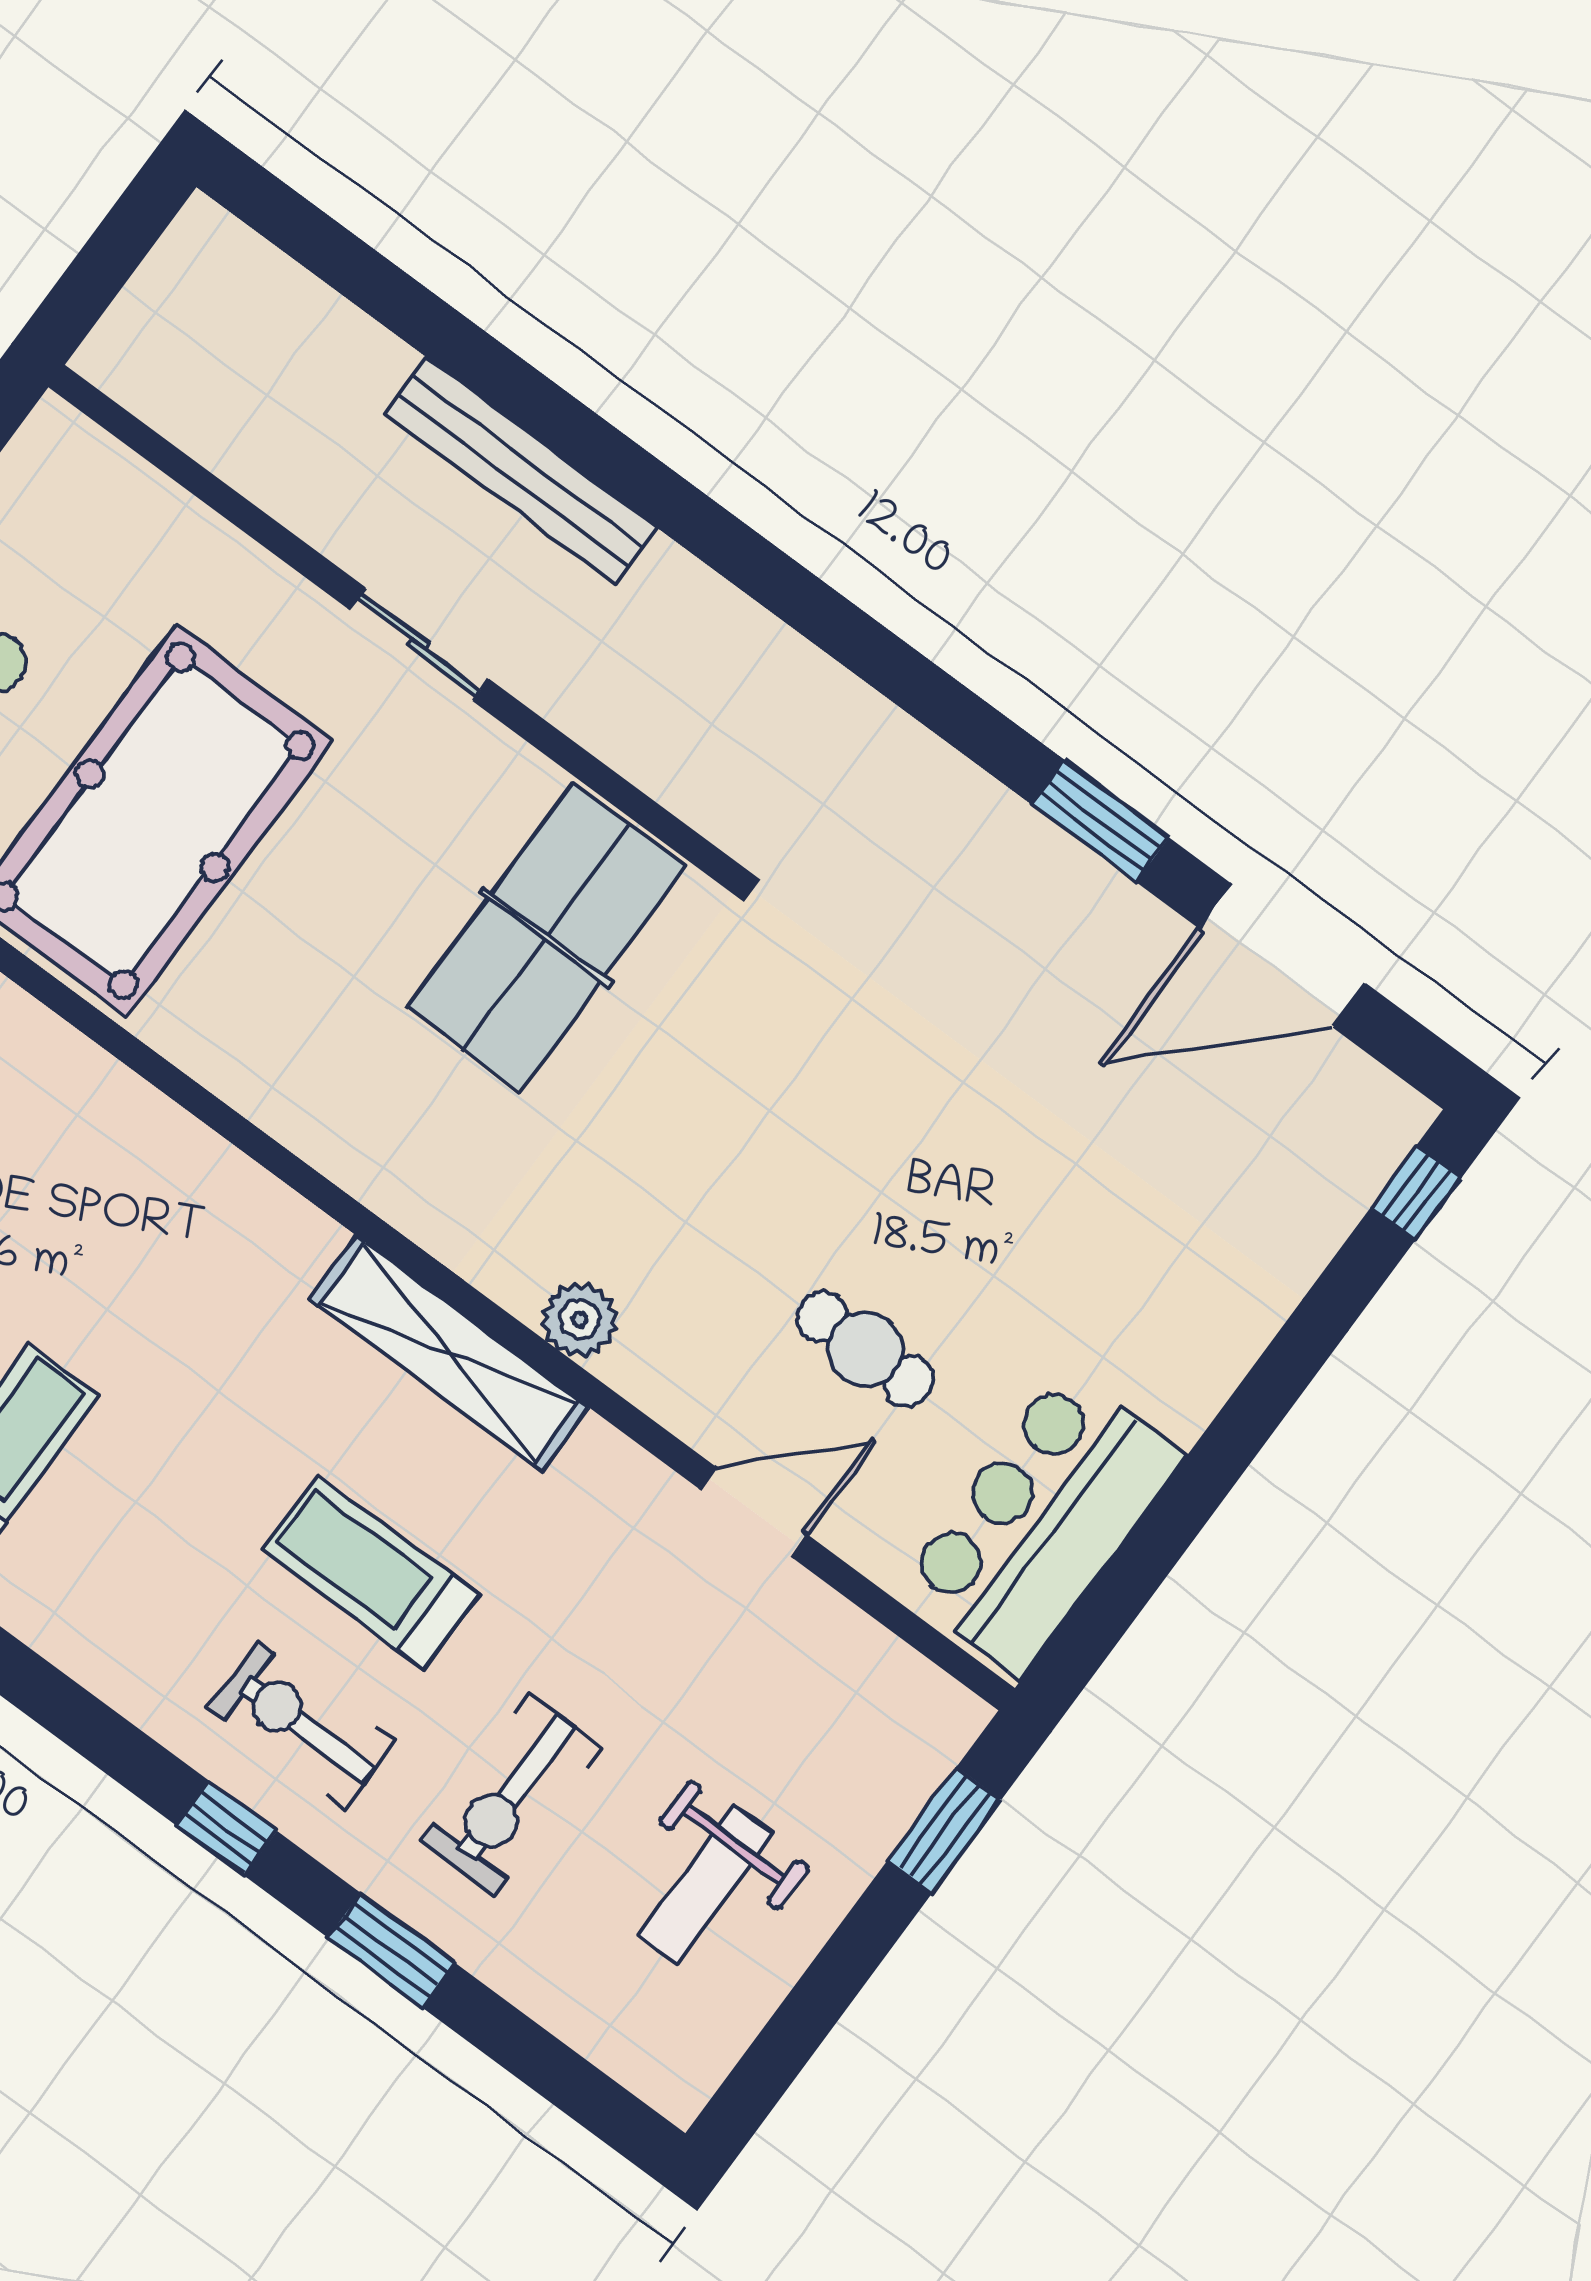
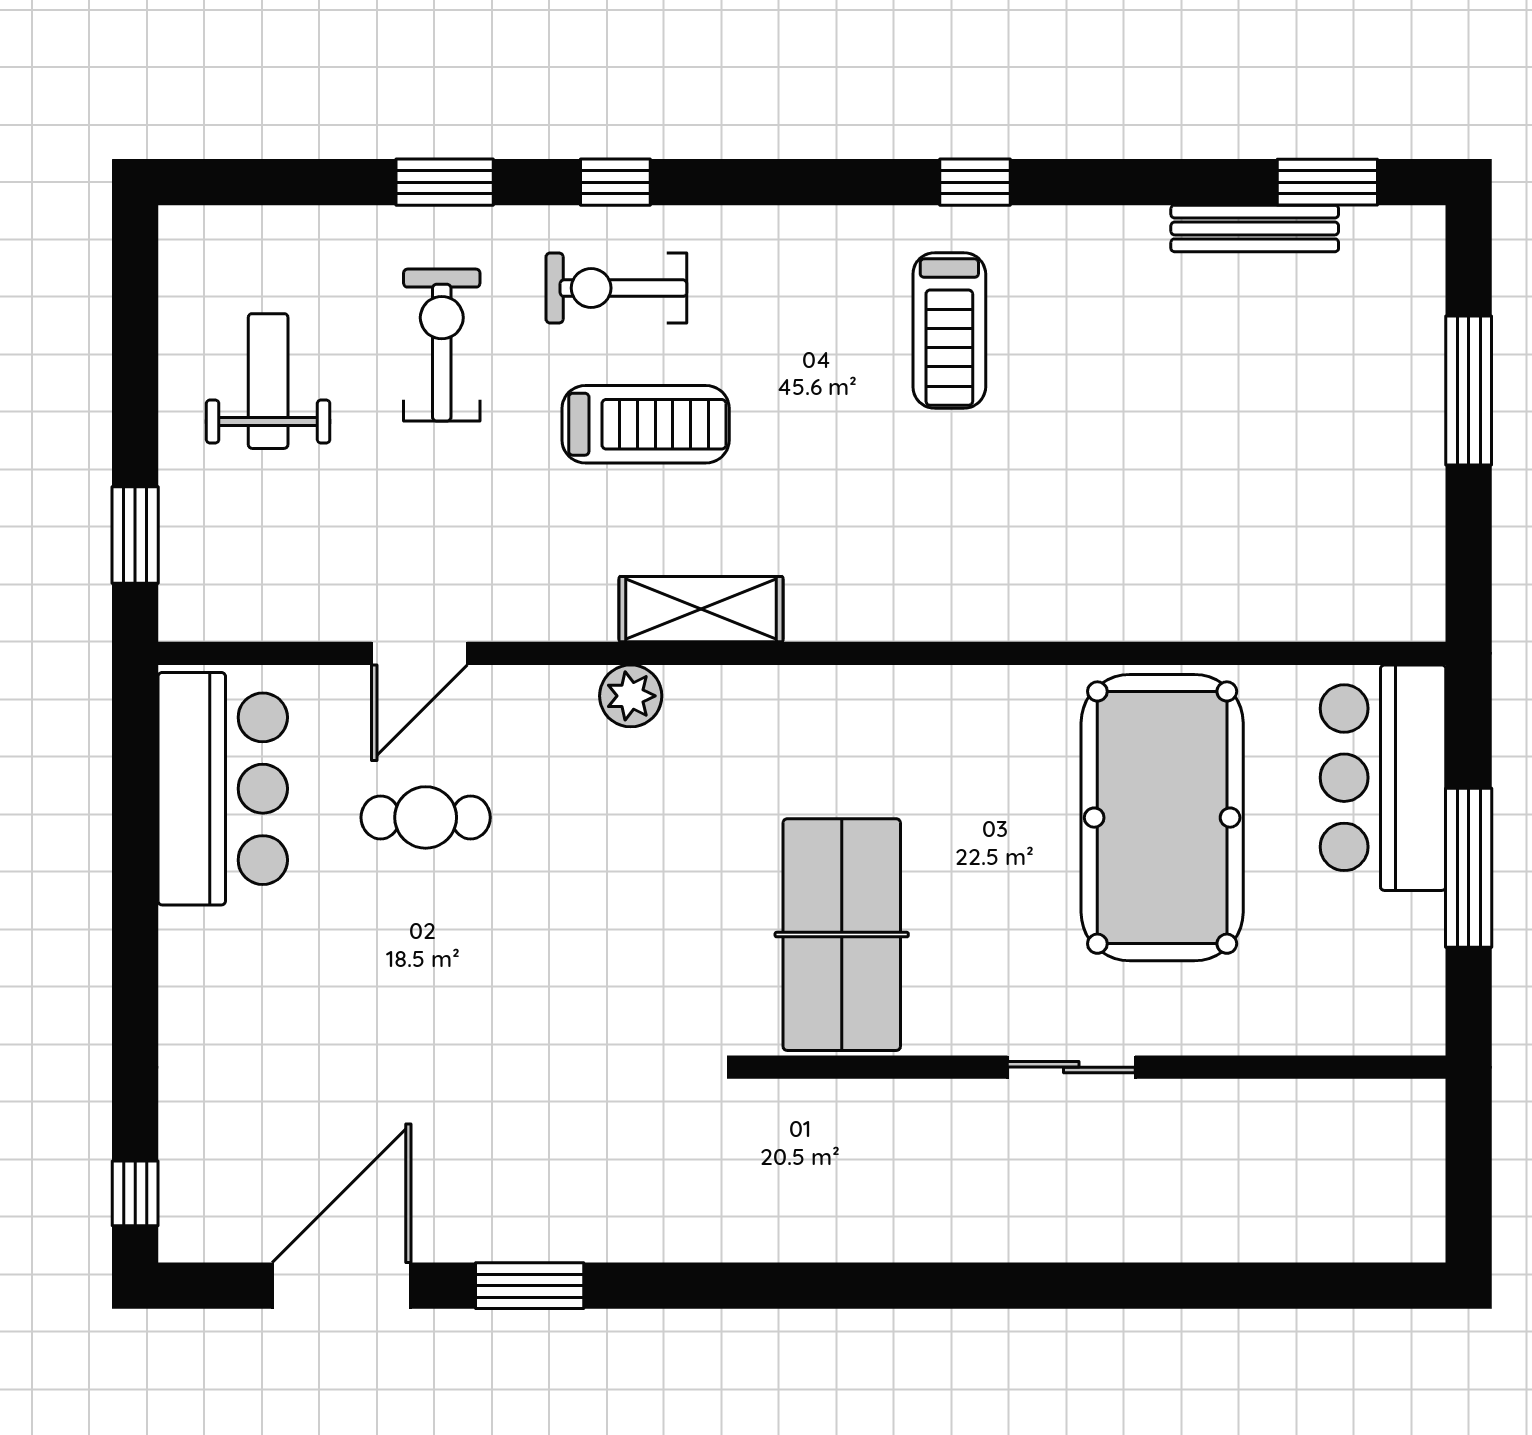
bench: (521, 471) -> (1089, 1233), removed
shelving: (449, 1353) -> (701, 609), width x0.68
exercise bike: (301, 1725) -> (616, 288), turned 180

